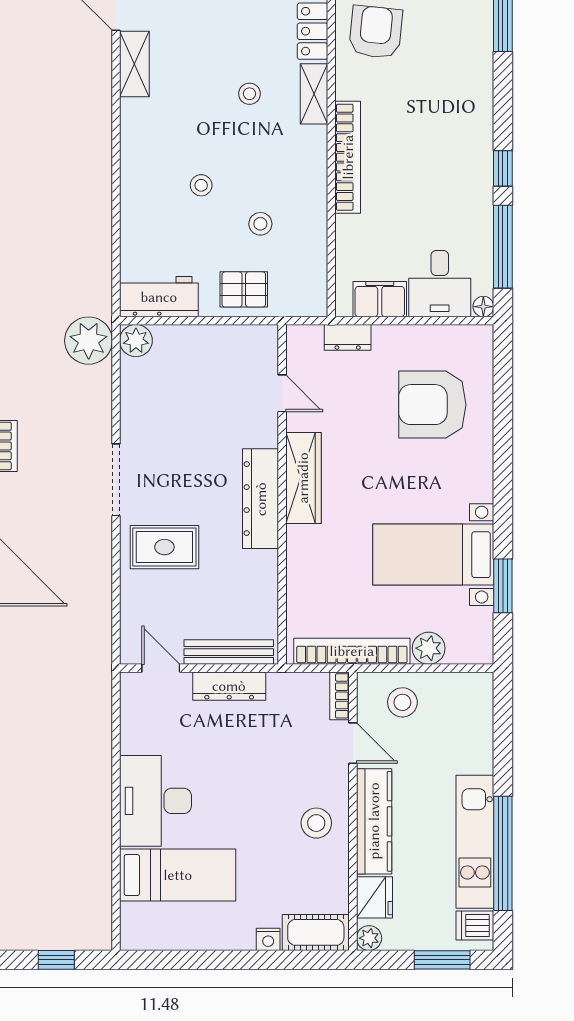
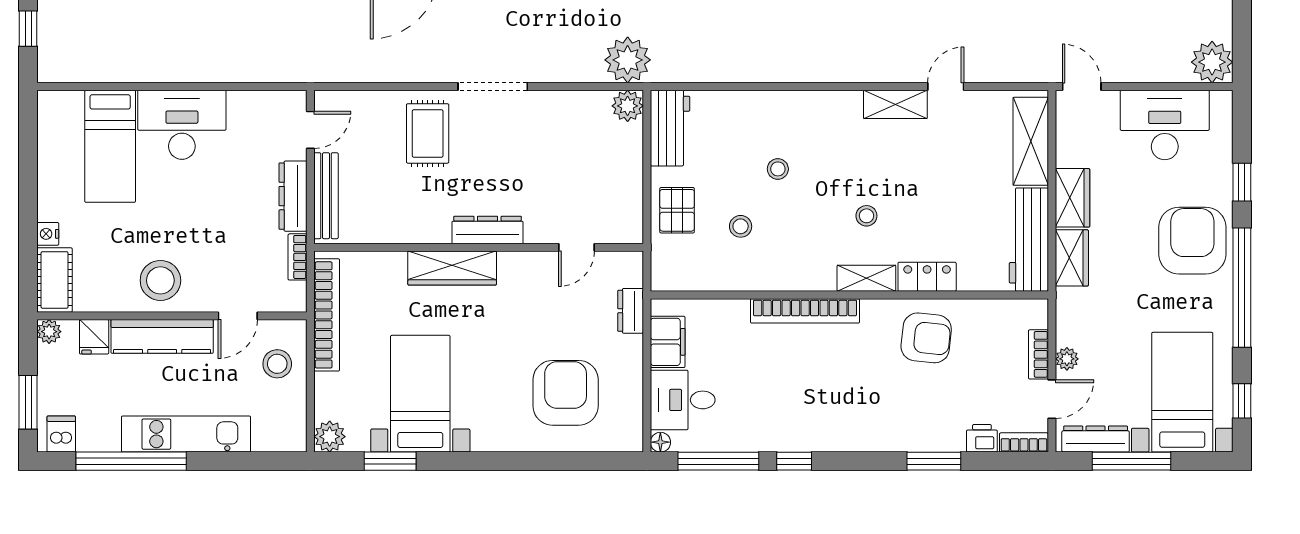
wardrobe: (303, 478) -> (452, 268), moved
dresser: (261, 499) -> (488, 230), width x0.73, depth x0.80
plant: (429, 648) -> (330, 437), moved
bookcase: (340, 696) -> (298, 257), moved, turned -90
stool: (316, 823) -> (160, 280), width x1.38, depth x1.38
kitchen unit: (475, 842) -> (186, 434), moved
fridge: (374, 897) -> (94, 337), width x0.72

